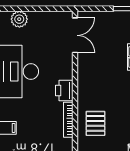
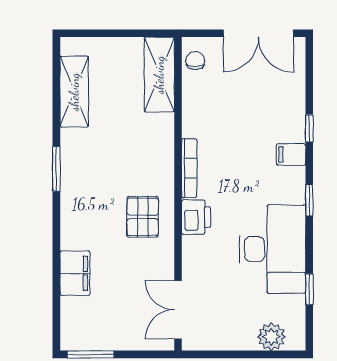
pallet: (95, 123) -> (143, 217), moved

